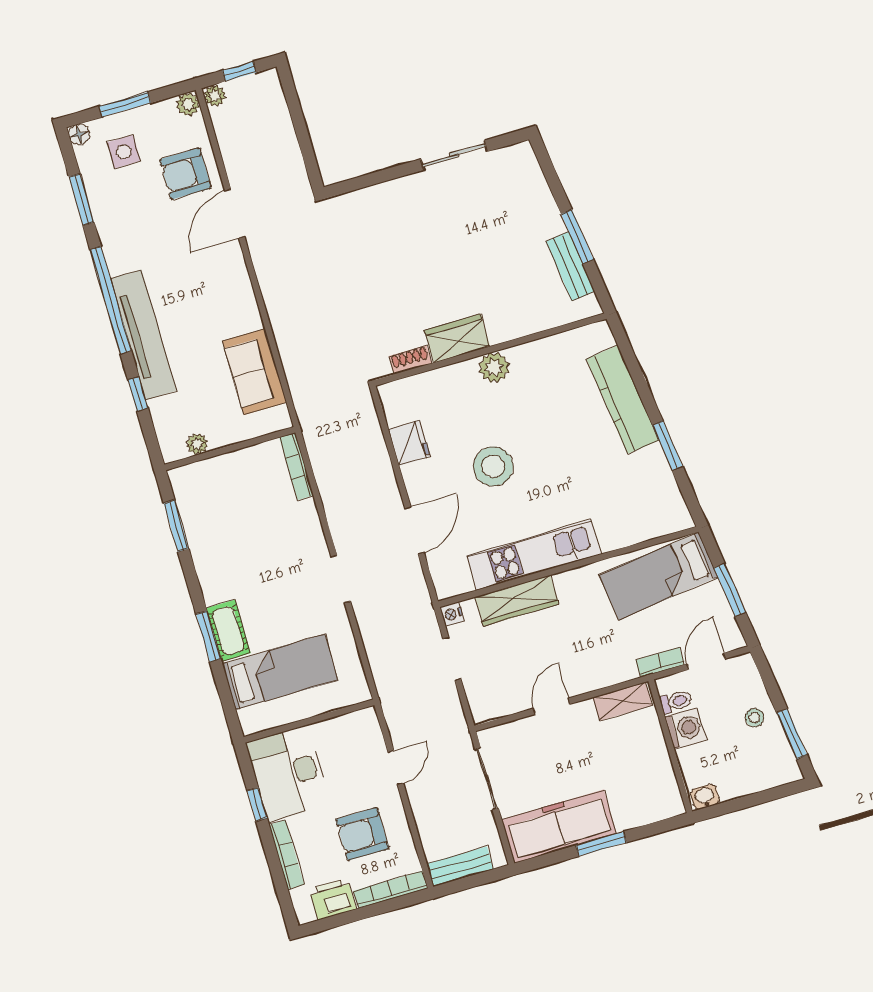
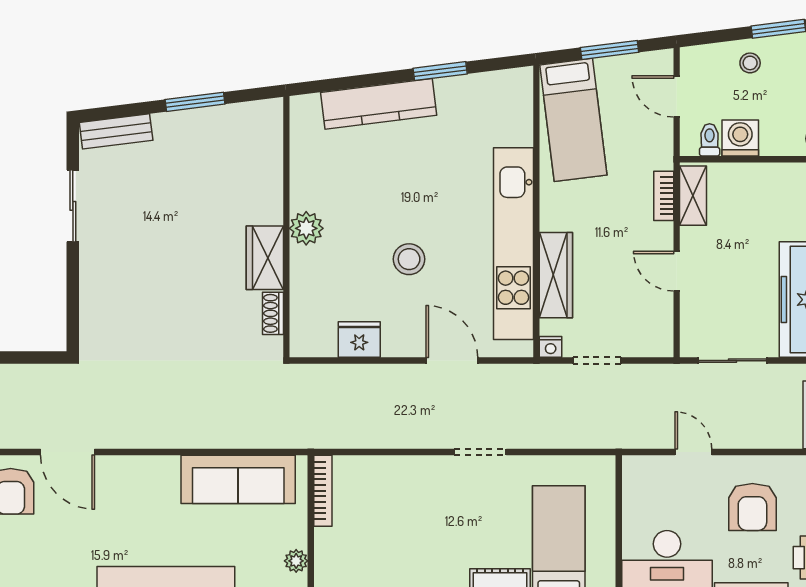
bench: (570, 266) -> (116, 131), moved
sofa: (254, 372) -> (238, 479), width x1.36
bookcase: (296, 466) -> (323, 491), moved, turned -90
stool: (493, 466) -> (409, 259), width x0.73, depth x0.73
kitchen unit: (534, 555) -> (514, 244), width x1.36
bookcase: (660, 662) -> (664, 196), moved

